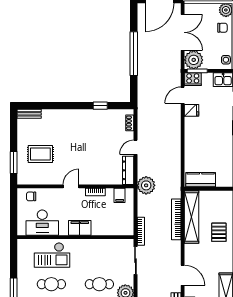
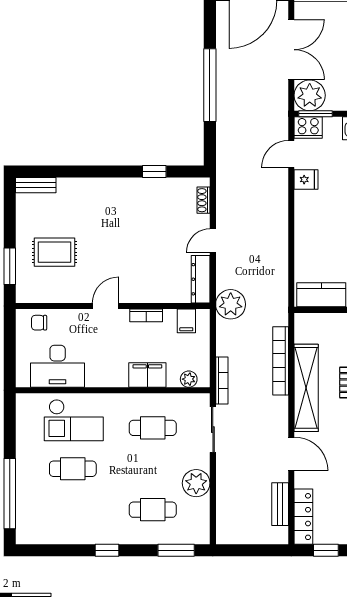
shelving: (192, 217) -> (306, 388), moved
filing cabinet: (80, 228) -> (147, 375), moved
plant: (121, 230) -> (189, 379), added
cafe table: (99, 284) -> (153, 428), moved

